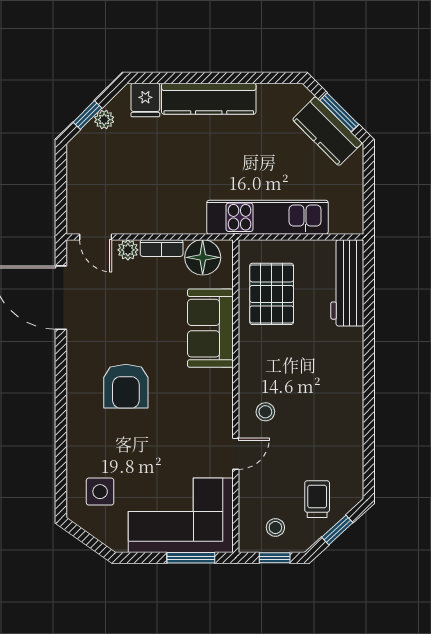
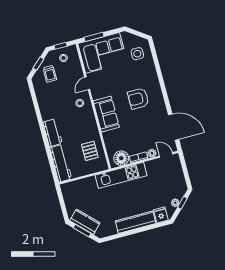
kitchen unit: (267, 217) -> (121, 175), moved
pallet: (272, 294) -> (90, 151), width x0.67, depth x0.71
sofa: (210, 328) -> (106, 114), moved
workbench: (347, 360) -> (53, 133), added
armchair: (126, 386) -> (138, 99), turned -90

